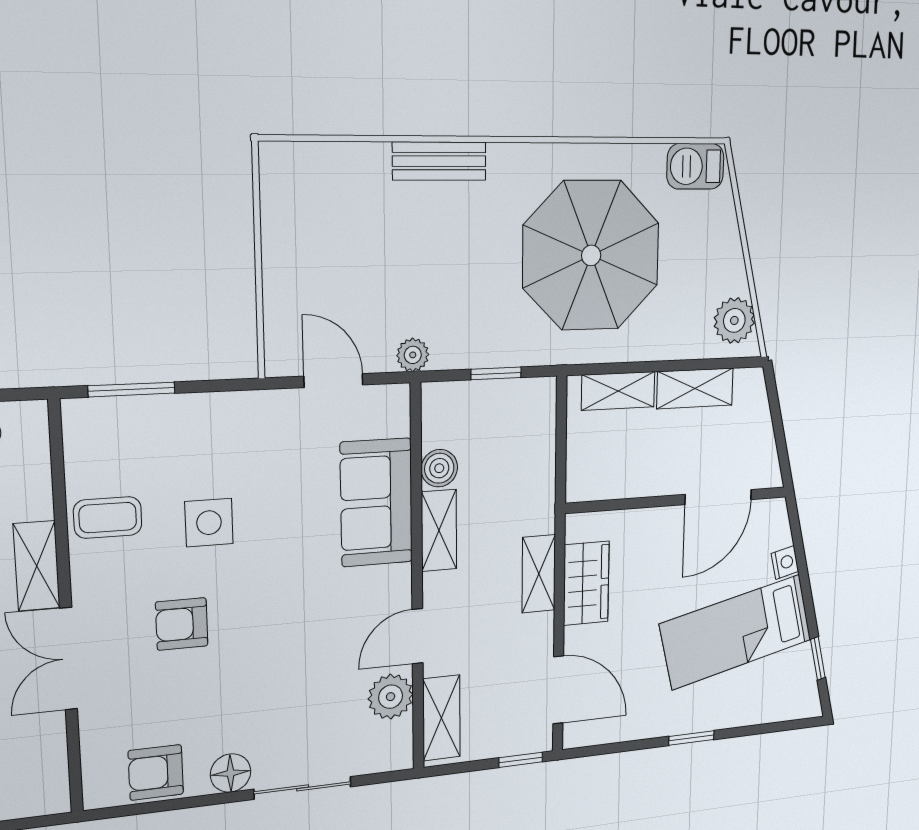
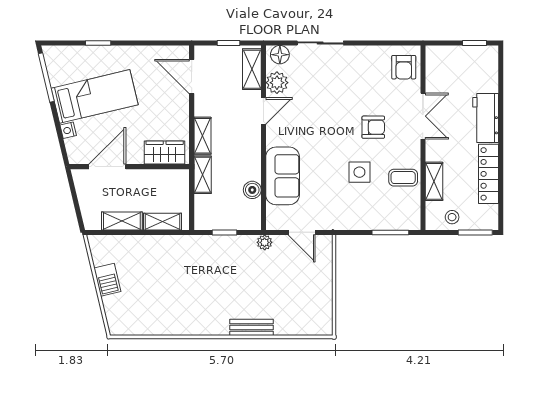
barbecue: (695, 166) -> (107, 280), moved, turned 77
parasol: (591, 255) -> (178, 285), removed
plant: (734, 320) -> (102, 253), removed
shelving: (439, 530) -> (203, 175), moved
shelving: (37, 566) -> (434, 181), moved
wardrobe: (586, 583) -> (165, 153), moved, turned 90
window: (818, 658) -> (46, 78), width x2.17
window: (691, 738) -> (98, 43), moved
window: (521, 760) -> (229, 43), moved
armchair: (156, 772) -> (404, 67), moved, turned 90
floor lamp: (231, 773) -> (280, 55), moved

